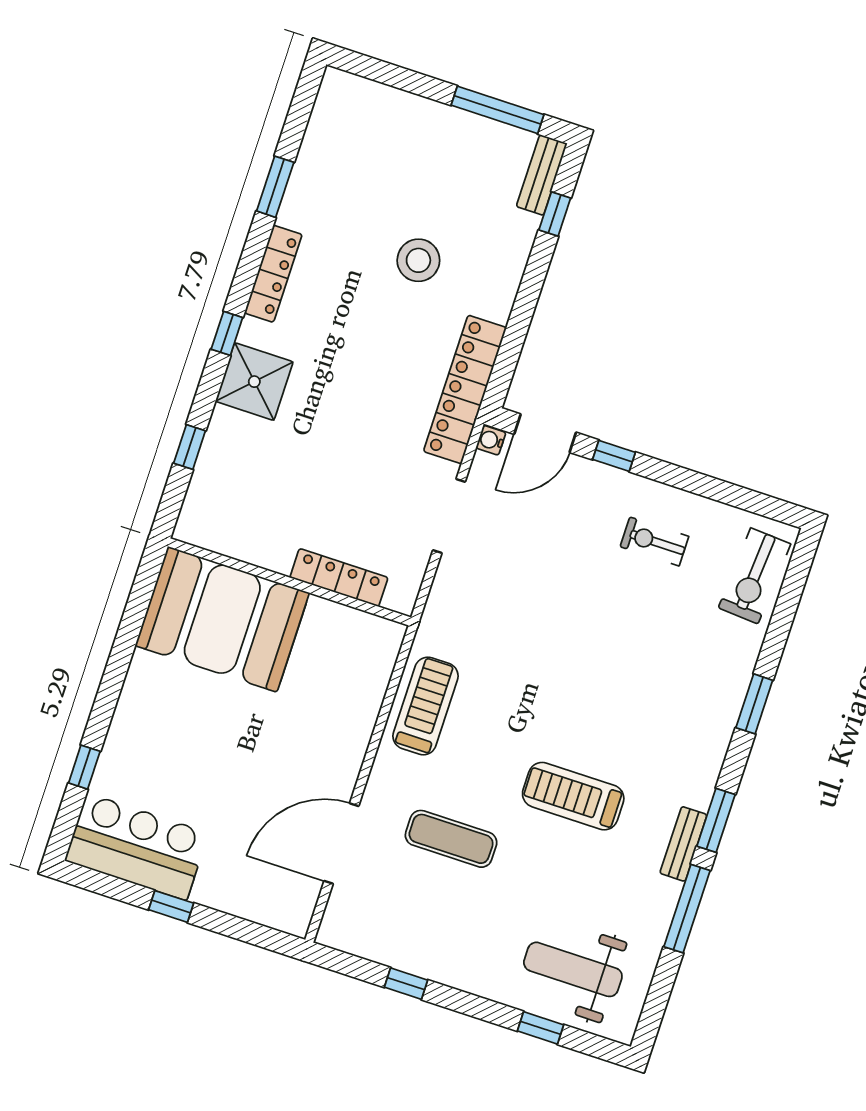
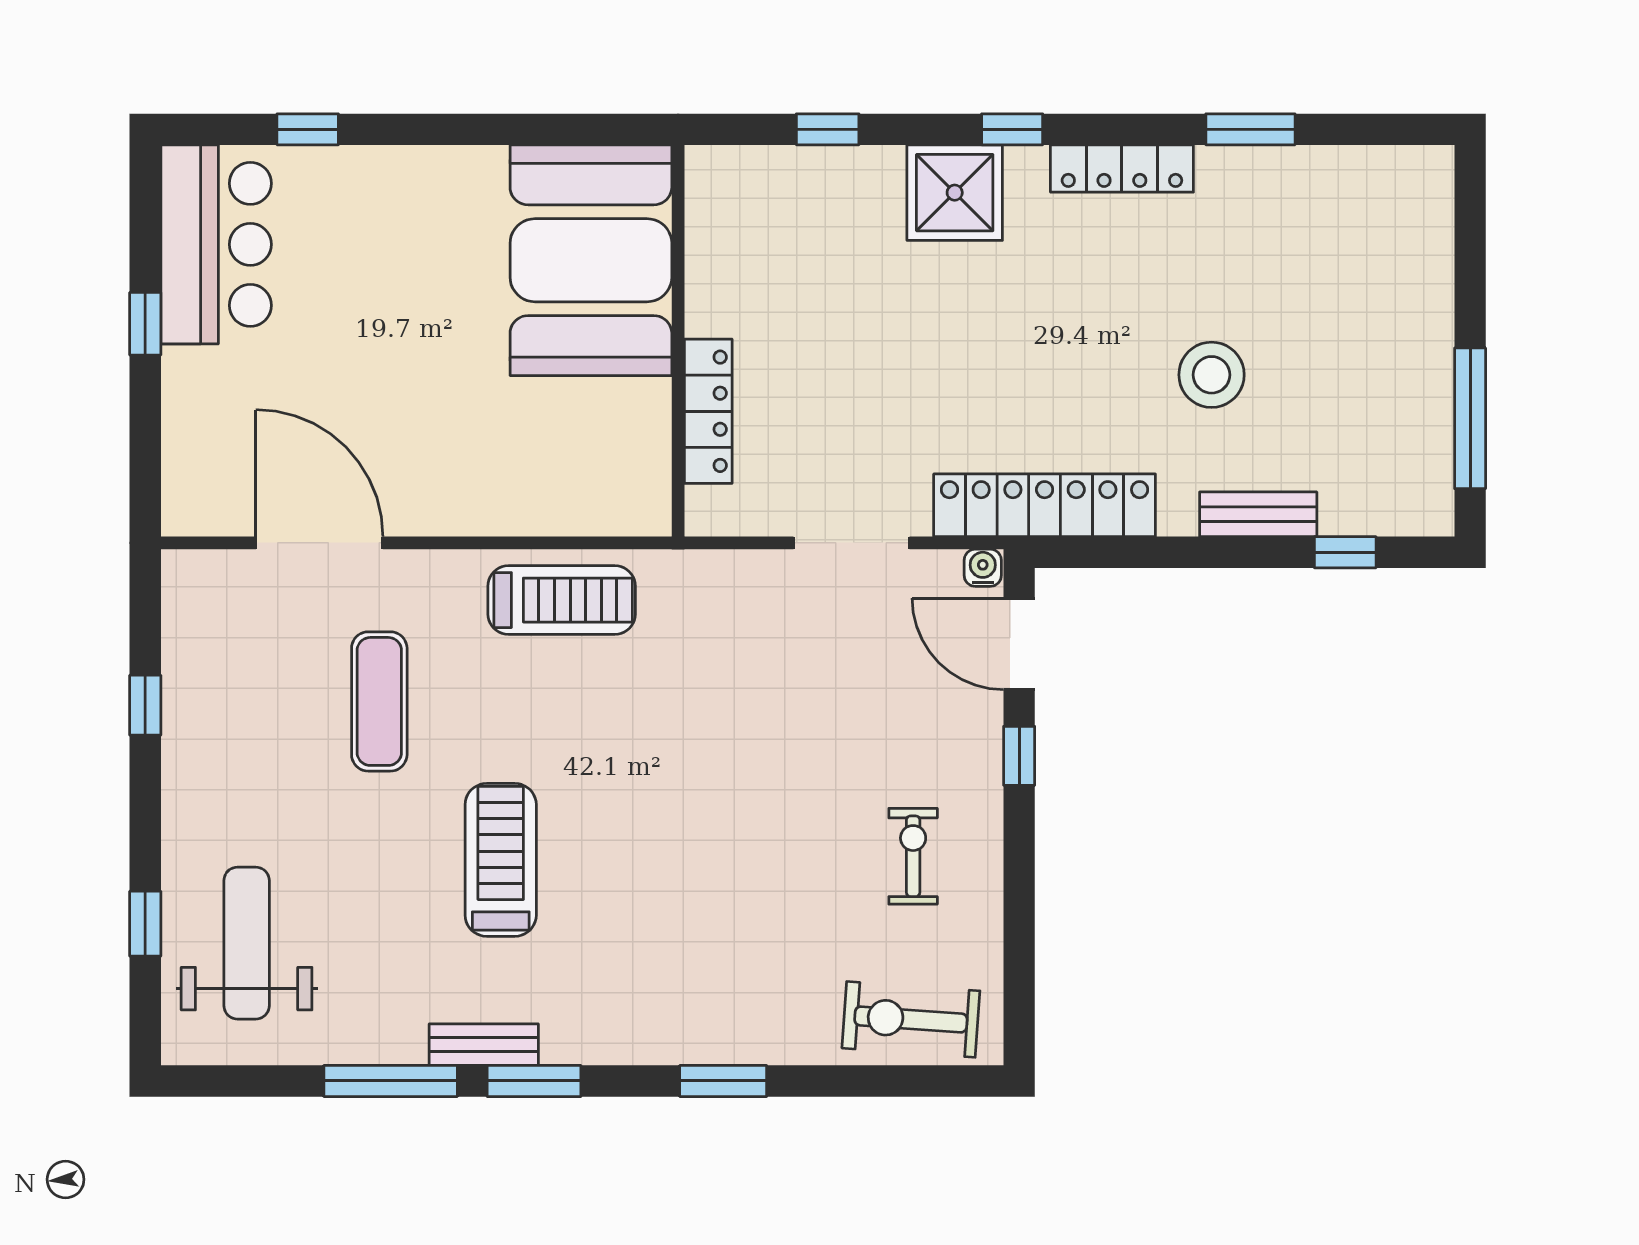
bench: (542, 175) -> (1258, 514), moved

